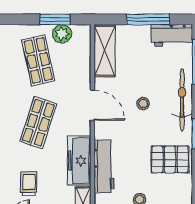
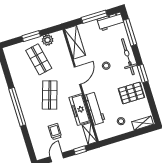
window: (55, 19) -> (31, 36), moved
door: (92, 105) -> (78, 76), hinge flipped

